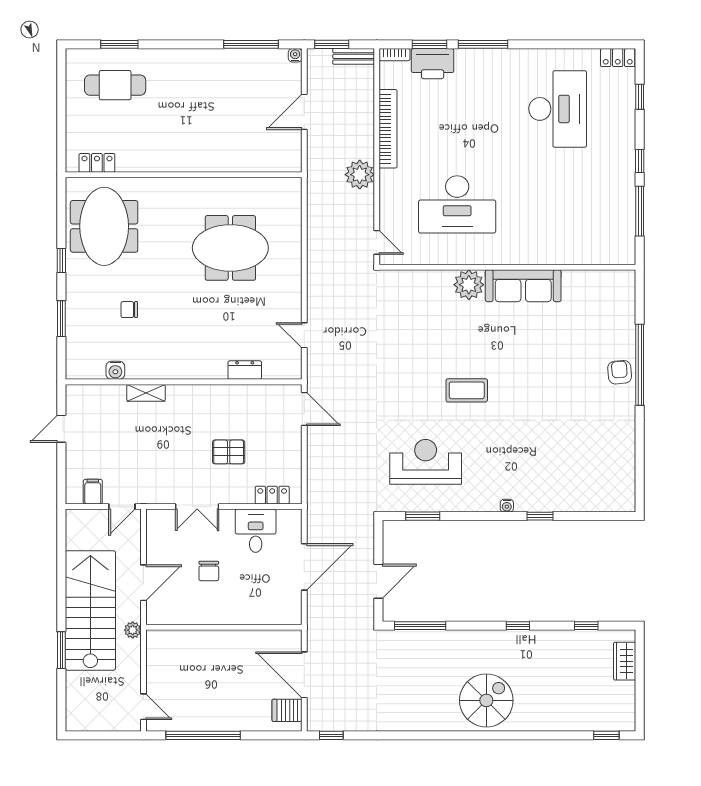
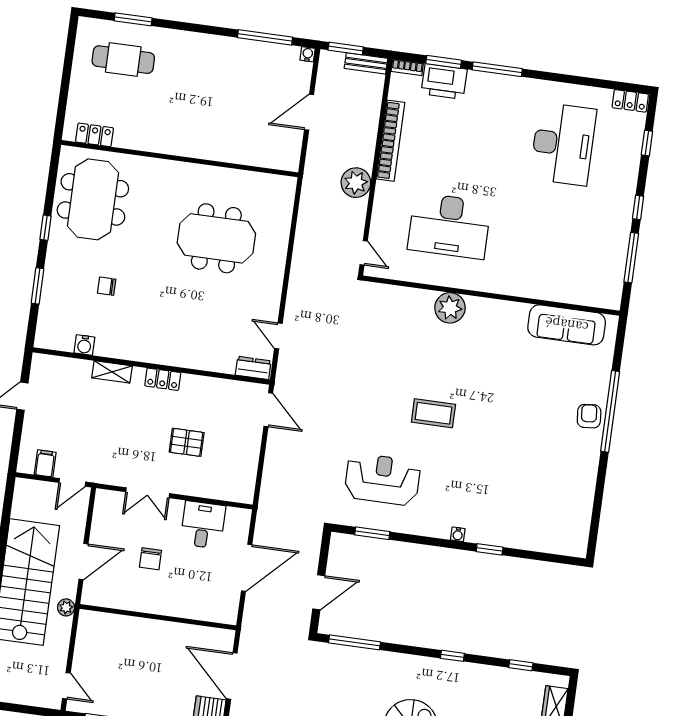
sofa: (523, 286) -> (567, 325), moved
dresser: (245, 370) -> (253, 368), moved
locker: (272, 495) -> (163, 379), moved, turned 180

